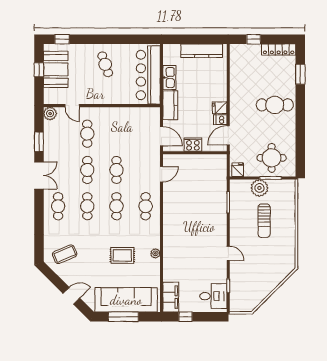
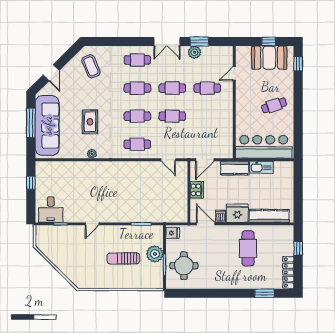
kitchen counter: (202, 51) -> (269, 216), moved, turned 90
cafe table: (275, 105) -> (248, 248), moved
fridge: (220, 108) -> (237, 213), width x1.88, depth x1.34
plant: (50, 114) -> (194, 52), moved
filing cabinet: (171, 297) -> (50, 169), removed

